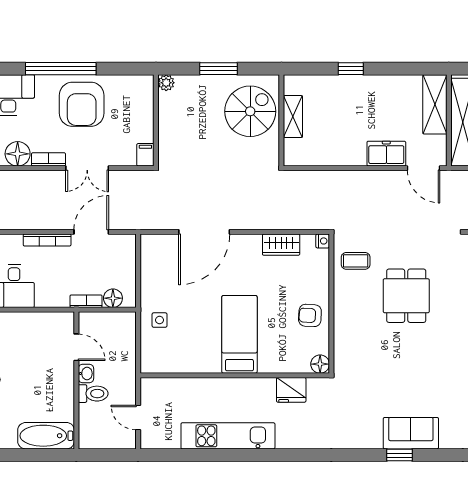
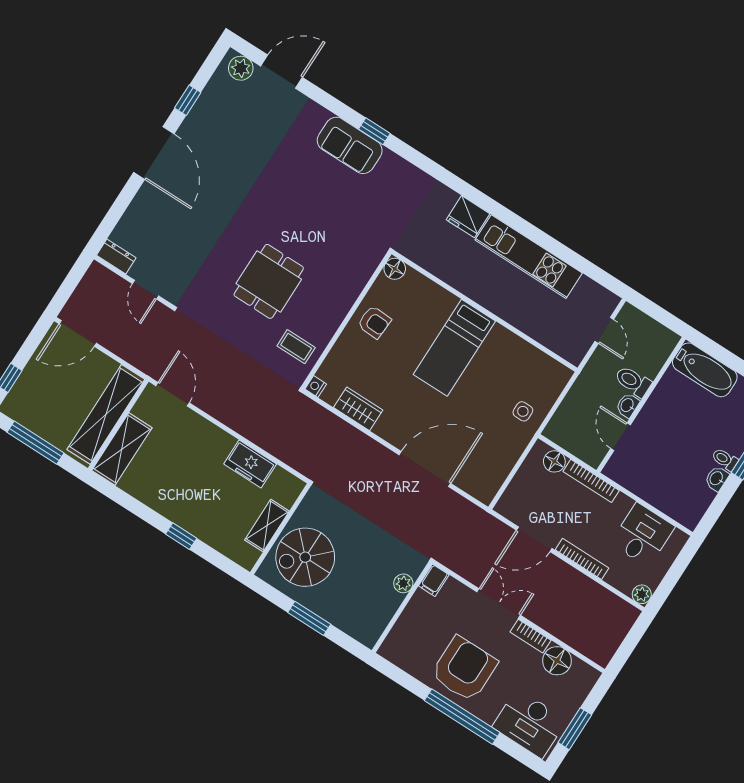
plant: (166, 83) -> (403, 583), moved
freezer: (386, 154) -> (250, 464), moved
bookcase: (86, 301) -> (591, 481), width x1.56
fridge: (291, 390) -> (468, 217), moved, turned 180

